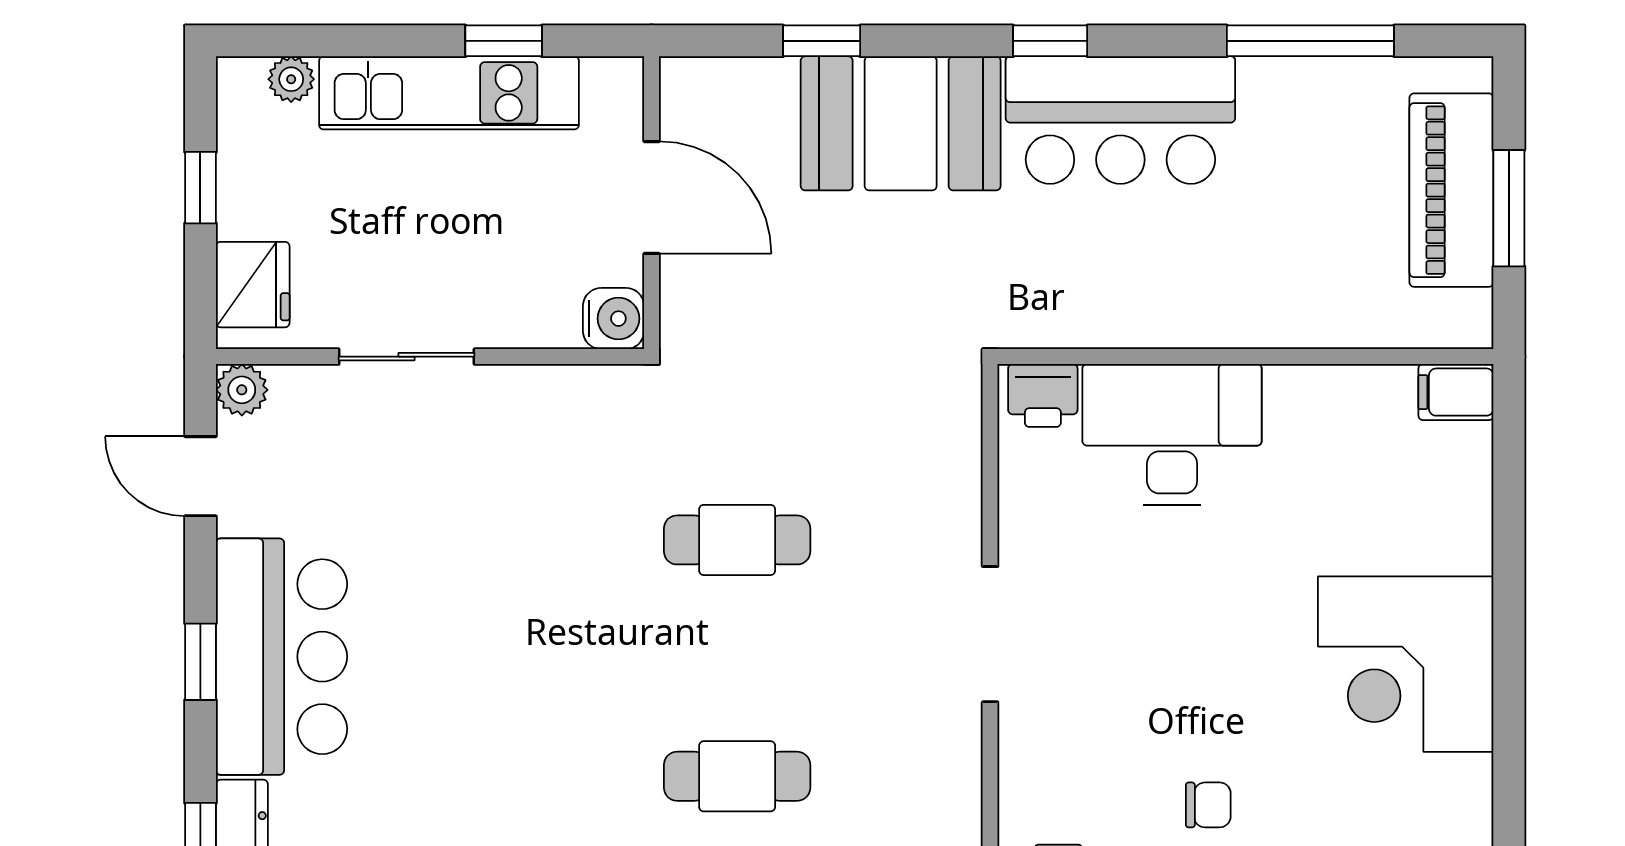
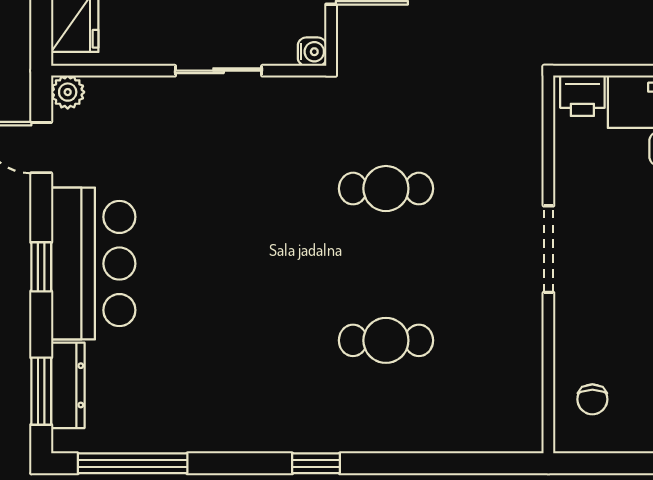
water cooler: (614, 319) -> (312, 52), width x0.72, depth x0.72
sliding door: (407, 357) -> (219, 71), moved

